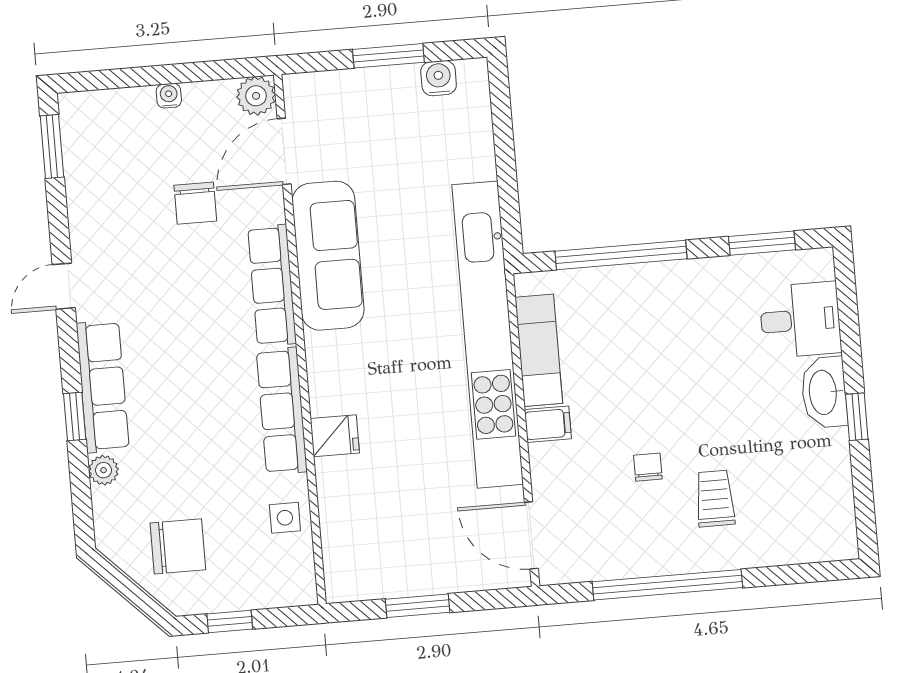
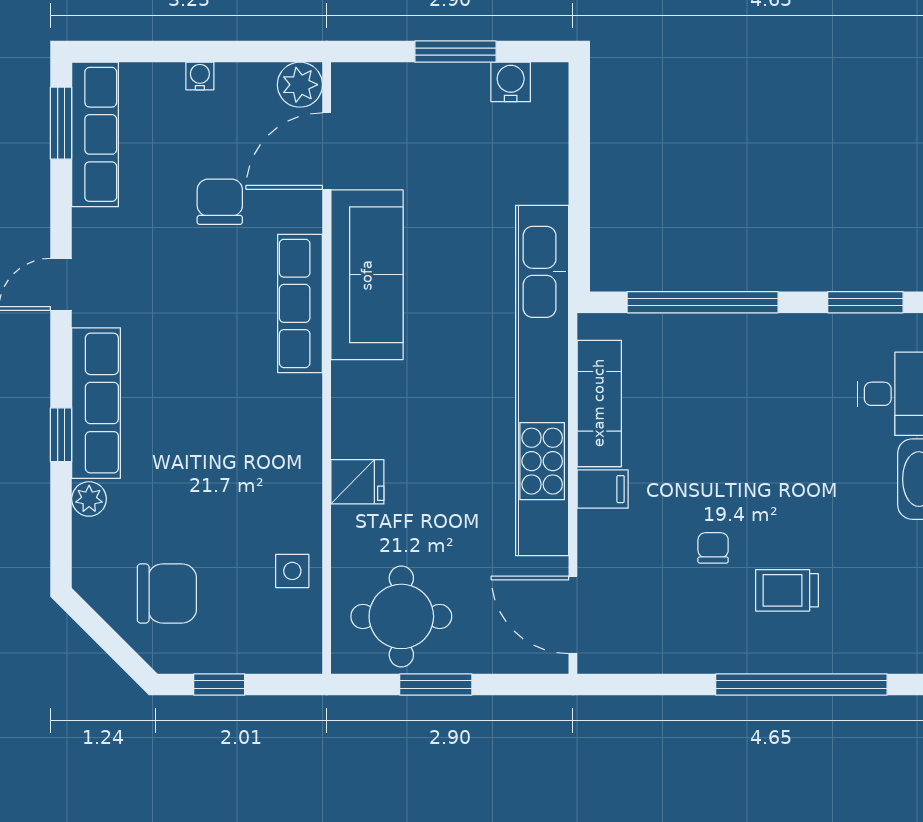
chair: (195, 203) -> (220, 202), turned 180
row of seats: (282, 411) -> (95, 134), moved, turned 180
trolley: (715, 499) -> (787, 590), turned -90
round table: (383, 549) -> (401, 616), added
window: (667, 585) -> (801, 685), moved

